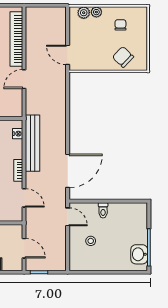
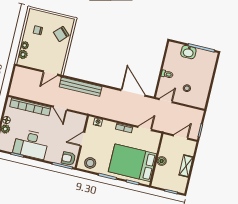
bench: (33, 143) -> (81, 87), moved
washbasin: (139, 254) -> (188, 52), moved

